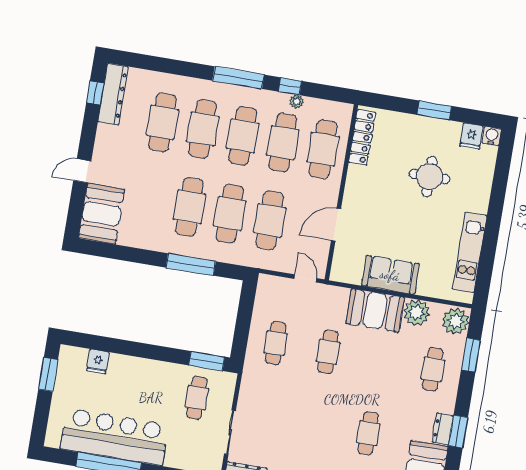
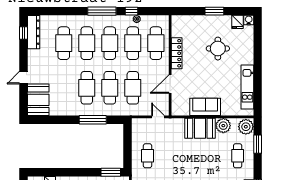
locker: (362, 137) -> (177, 53), moved
cafe table: (328, 352) -> (178, 156), removed

